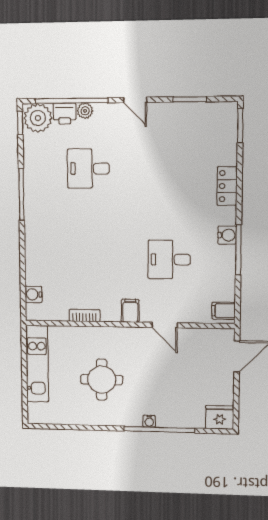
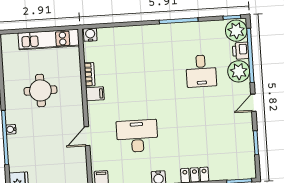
plant: (85, 111) -> (239, 71), width x1.87, depth x1.87
desk: (88, 169) -> (201, 71), turned 180
desk: (169, 260) -> (137, 136), width x1.37
water cooler: (33, 294) -> (90, 35), moved
filing cabinet: (130, 311) -> (95, 94), moved

